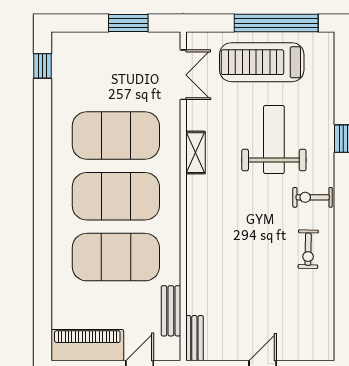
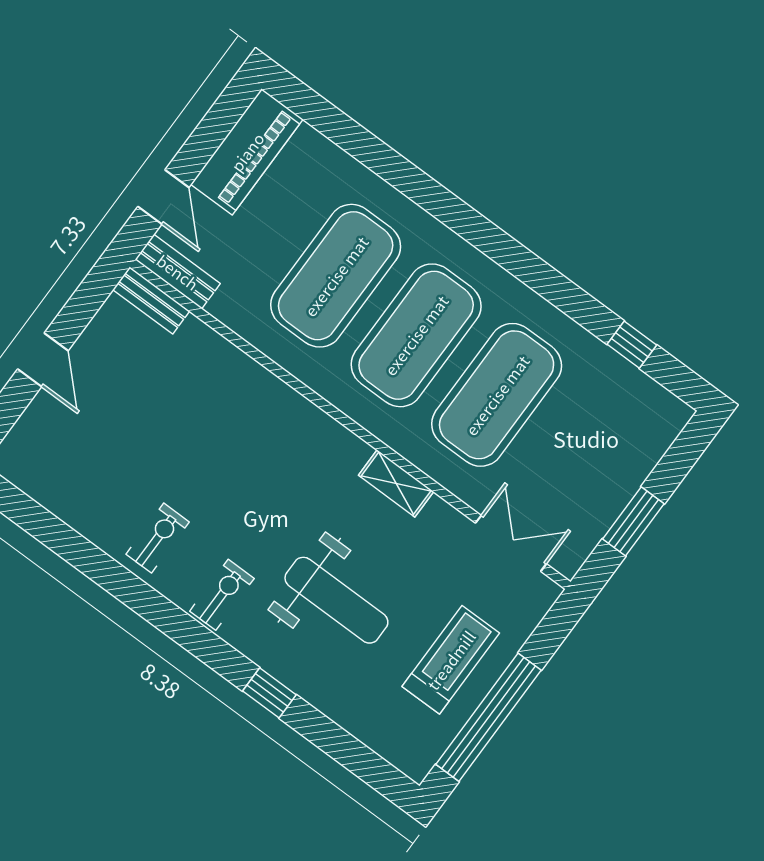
treadmill: (262, 62) -> (451, 660), width x0.73, depth x0.73
window: (42, 66) -> (632, 345), moved
double door: (183, 75) -> (511, 543), swing flipped
exercise bike: (308, 249) -> (158, 538), turned 89
bench: (171, 311) -> (178, 272), moved

